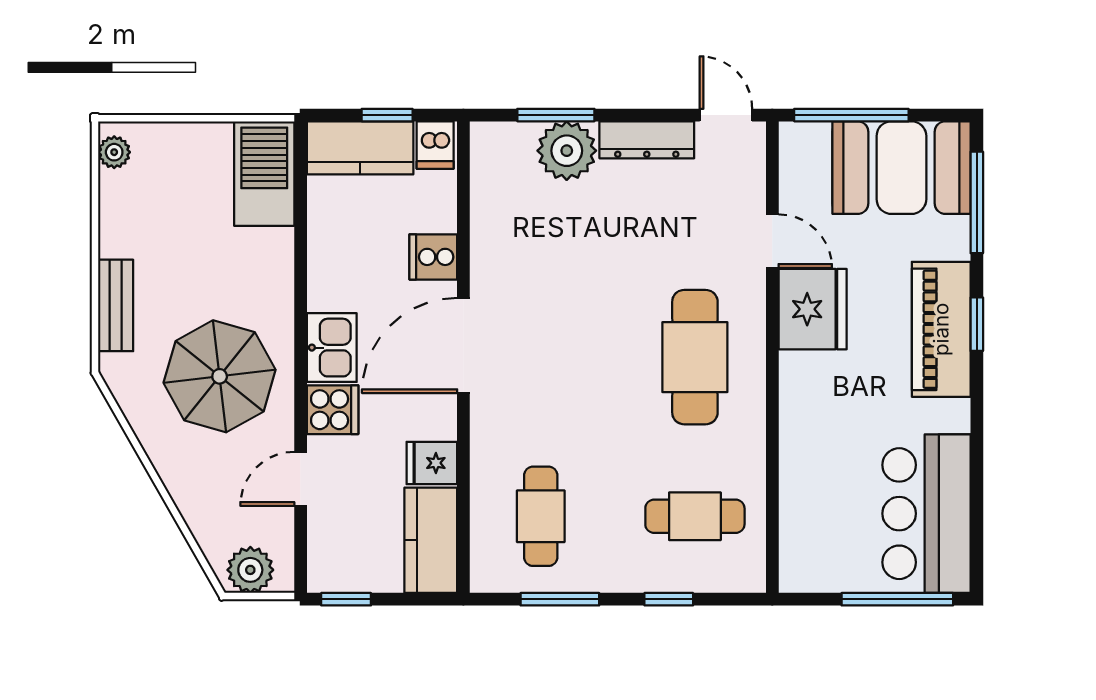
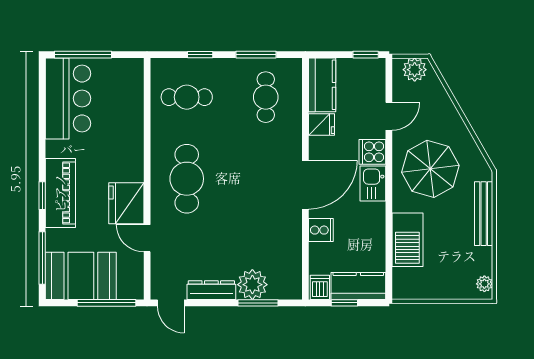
barbecue: (264, 174) -> (407, 240), moved
bench: (116, 305) -> (484, 214), width x1.36

